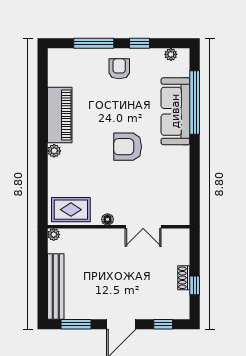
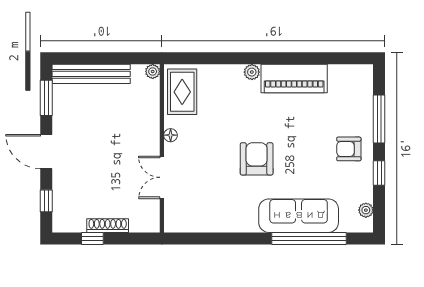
armchair: (119, 69) -> (349, 149), turned 180
shoe rack: (184, 278) -> (108, 226), width x1.43

